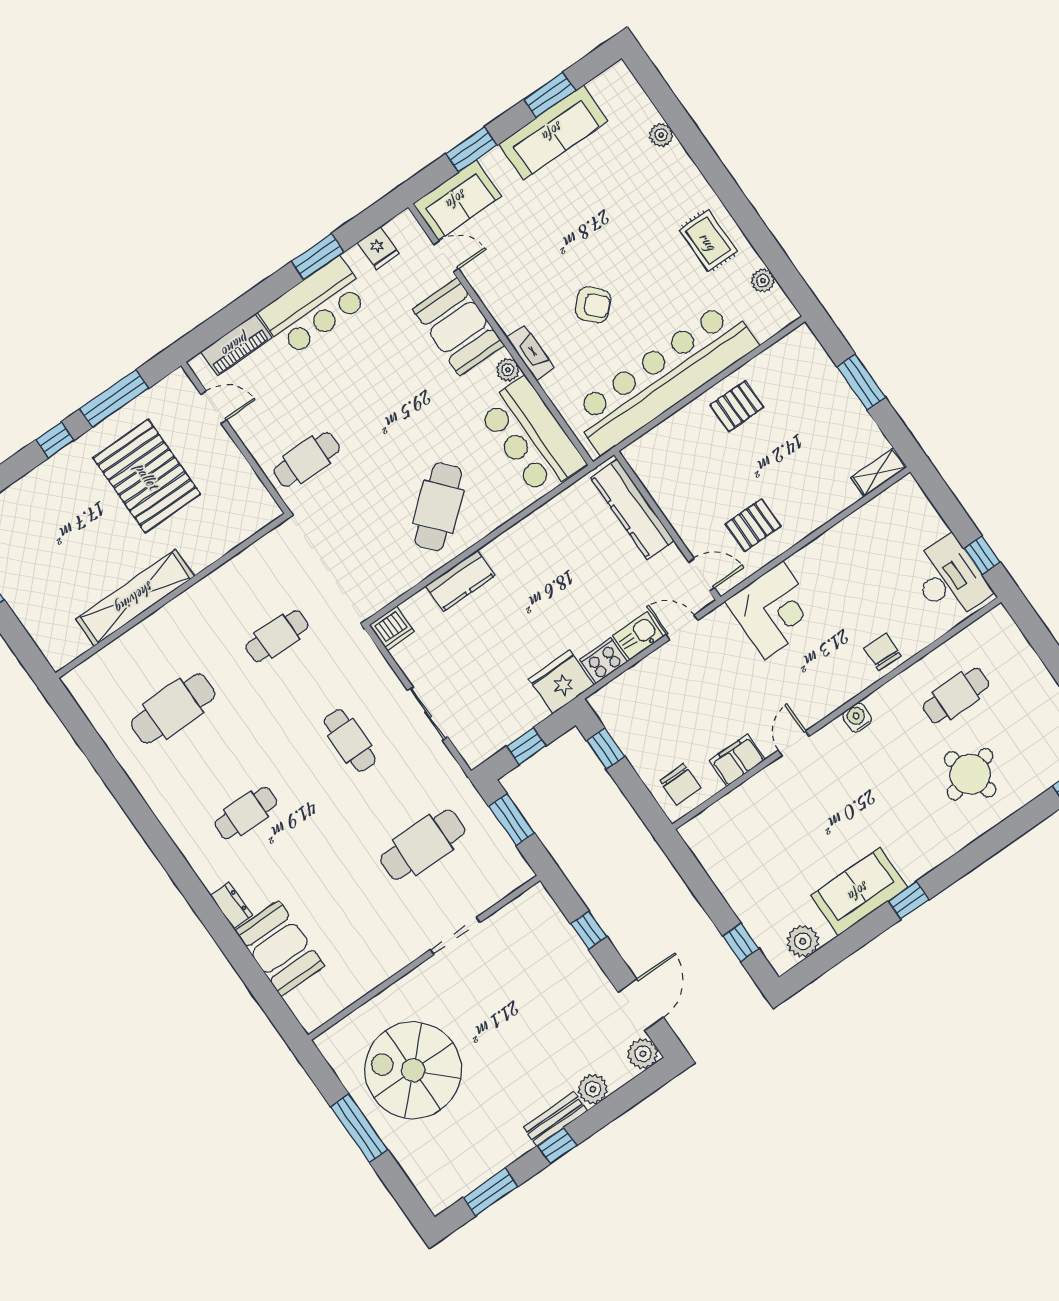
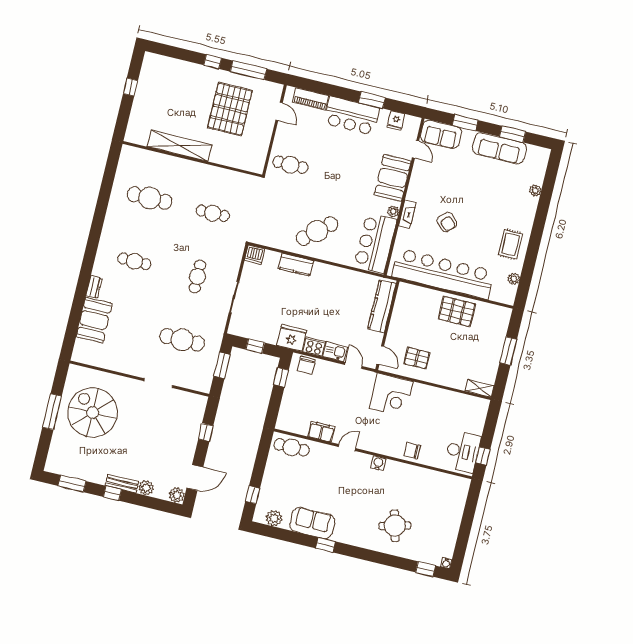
pallet: (737, 406) -> (457, 311), width x1.50, depth x1.42
chair: (883, 652) -> (412, 451), turned -92
cafe table: (956, 696) -> (292, 447), moved
chair: (680, 784) -> (306, 365), moved

